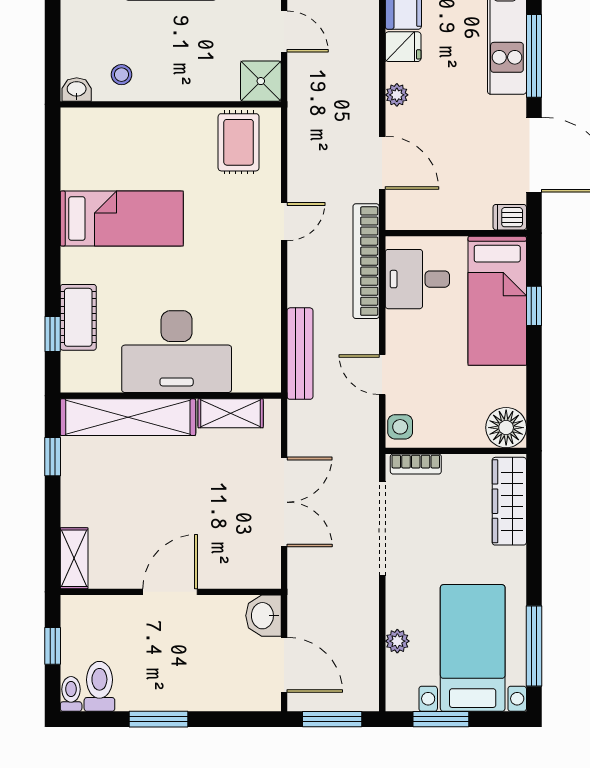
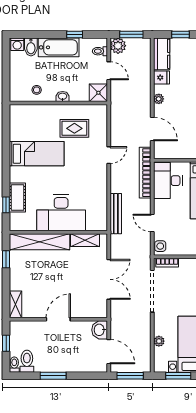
washbasin: (77, 90) -> (63, 97), moved
rug: (239, 142) -> (74, 128), moved, turned 90
desk: (417, 279) -> (168, 181), width x1.37

